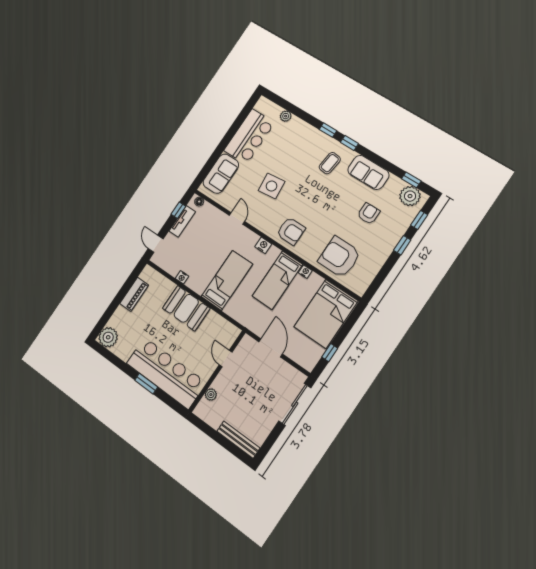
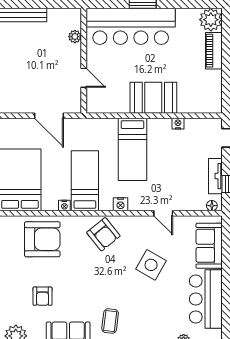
side table: (272, 186) -> (151, 265), turned 36
armchair: (291, 231) -> (103, 234), turned -129
piano: (134, 294) -> (214, 51), moved

